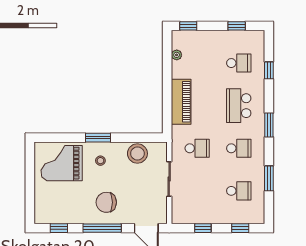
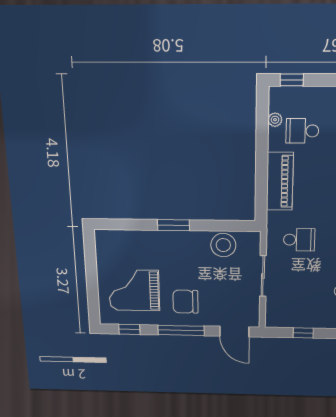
school desk: (197, 63) -> (302, 131), added
stool: (100, 161) -> (177, 253), removed
grand piano: (62, 163) -> (134, 290), moved

